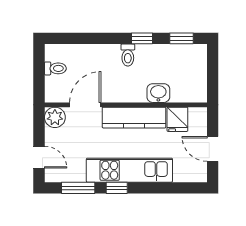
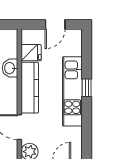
window: (78, 188) -> (87, 133), removed
window: (117, 188) -> (87, 88), moved

